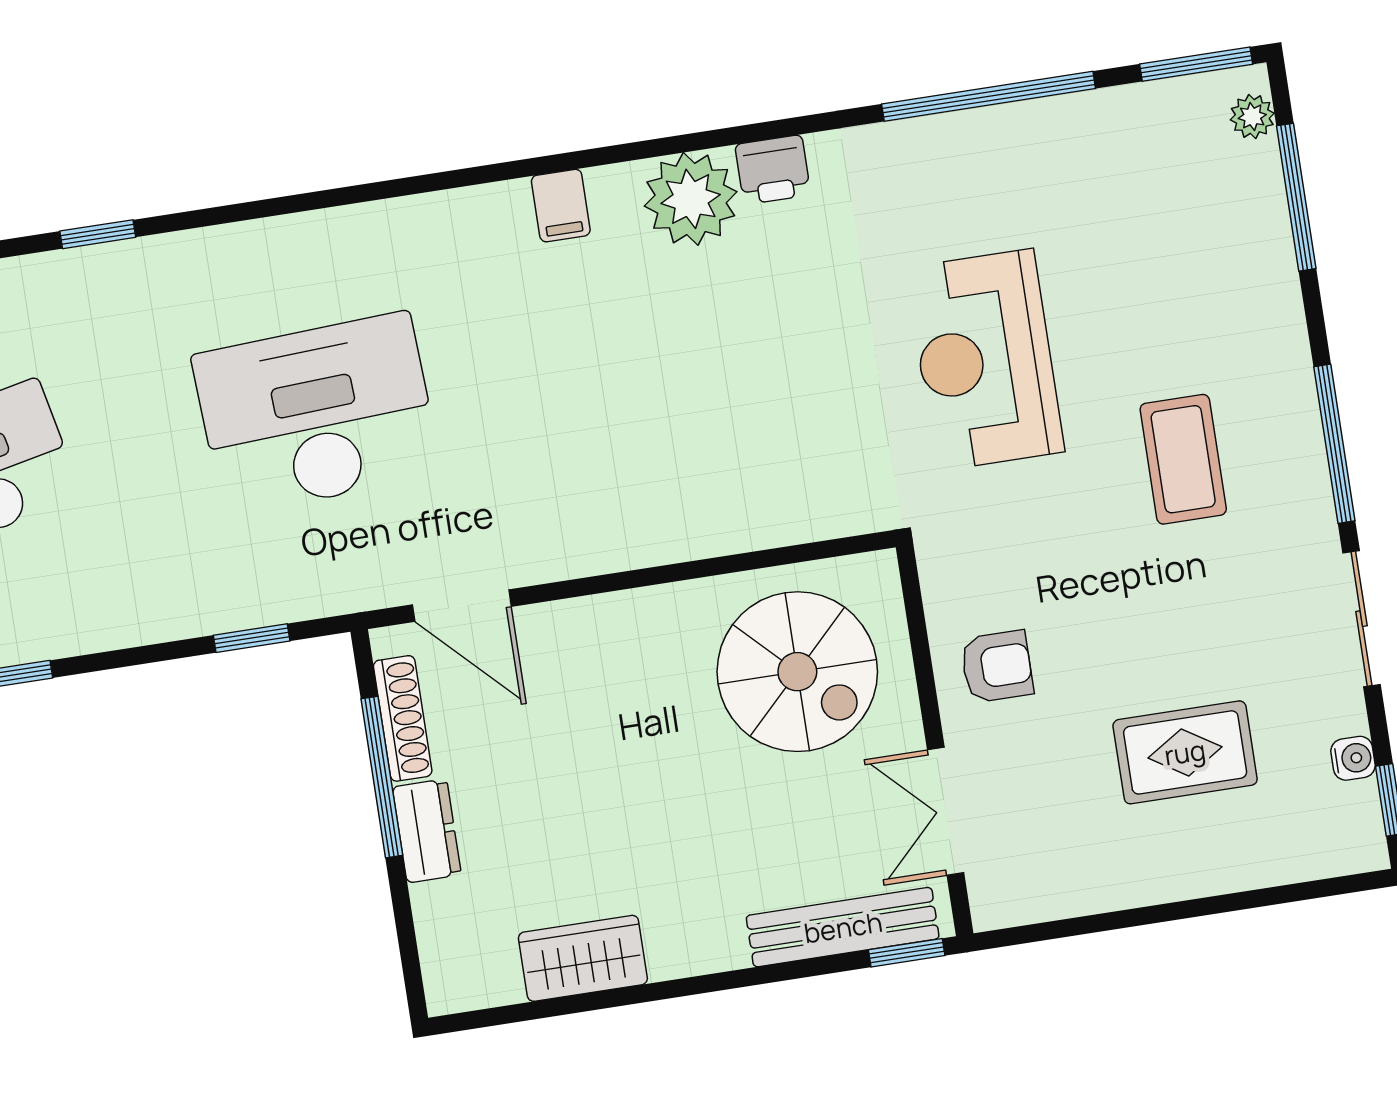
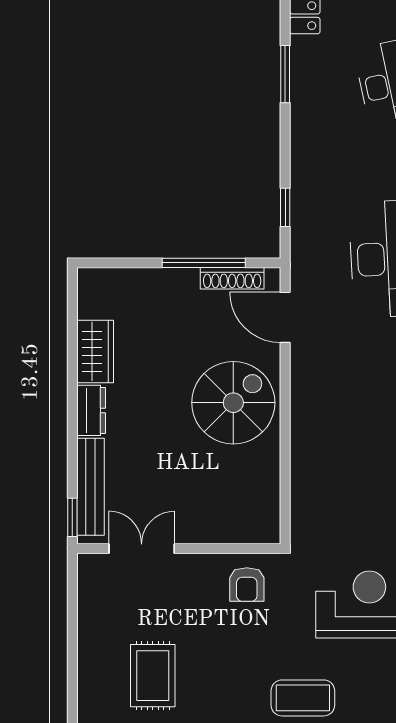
door: (462, 606) -> (285, 317), hinge flipped
armchair: (997, 667) -> (247, 585), moved
spiral stairs: (797, 672) -> (233, 403), moved, turned 180
dresser: (427, 831) -> (91, 410), moved, turned -90

